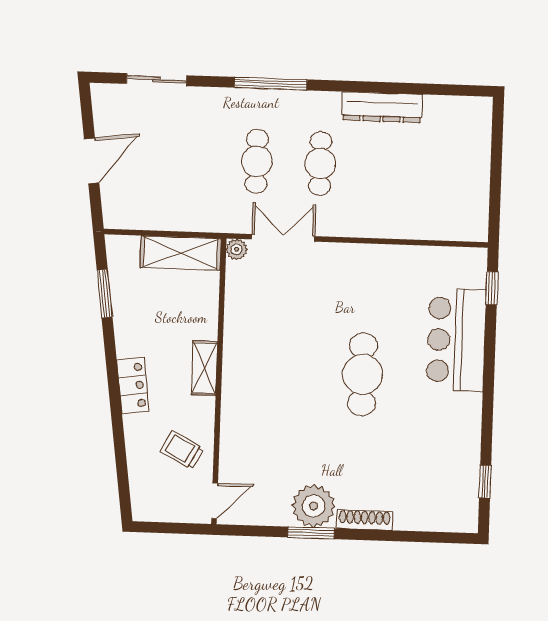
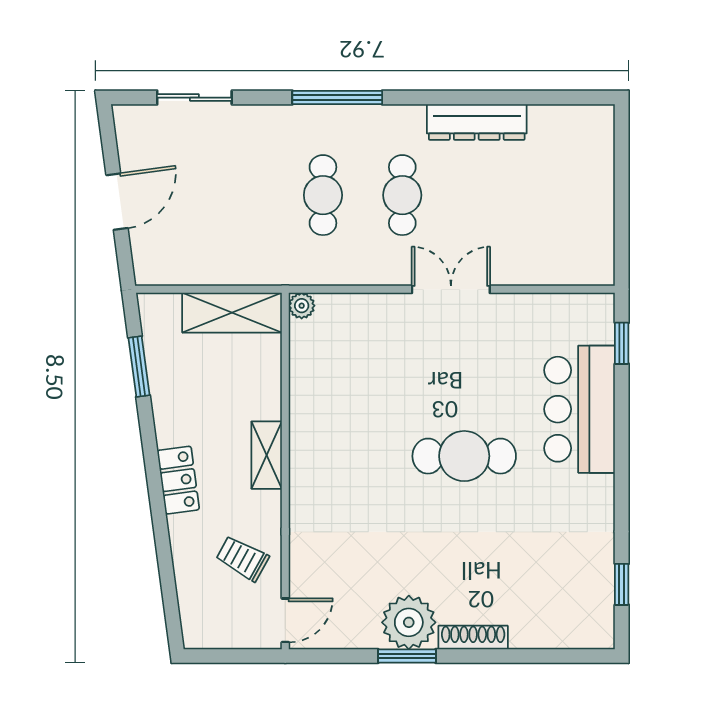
double door: (283, 238) -> (451, 289), moved
cafe table: (363, 374) -> (464, 456), turned 90

